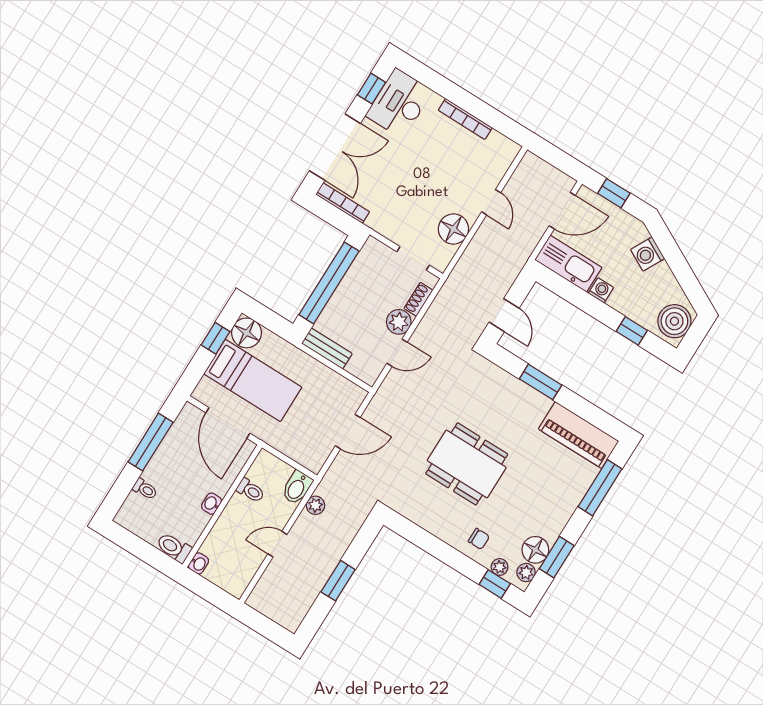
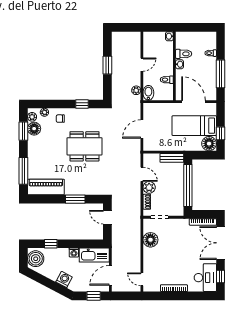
door: (491, 202) -> (142, 279), moved
door: (397, 353) -> (142, 174), swing flipped
toilet: (174, 548) -> (184, 54), moved
window: (495, 584) -> (82, 104), moved

